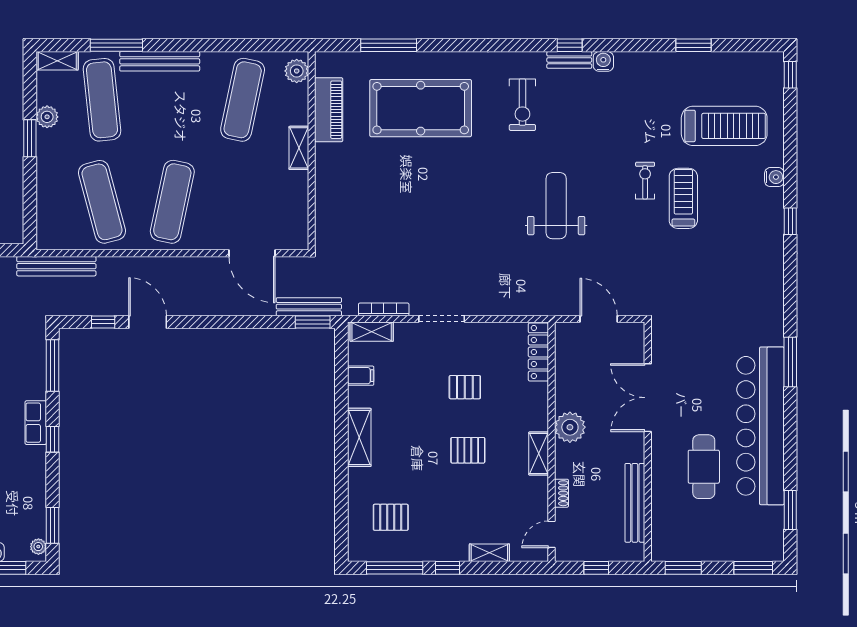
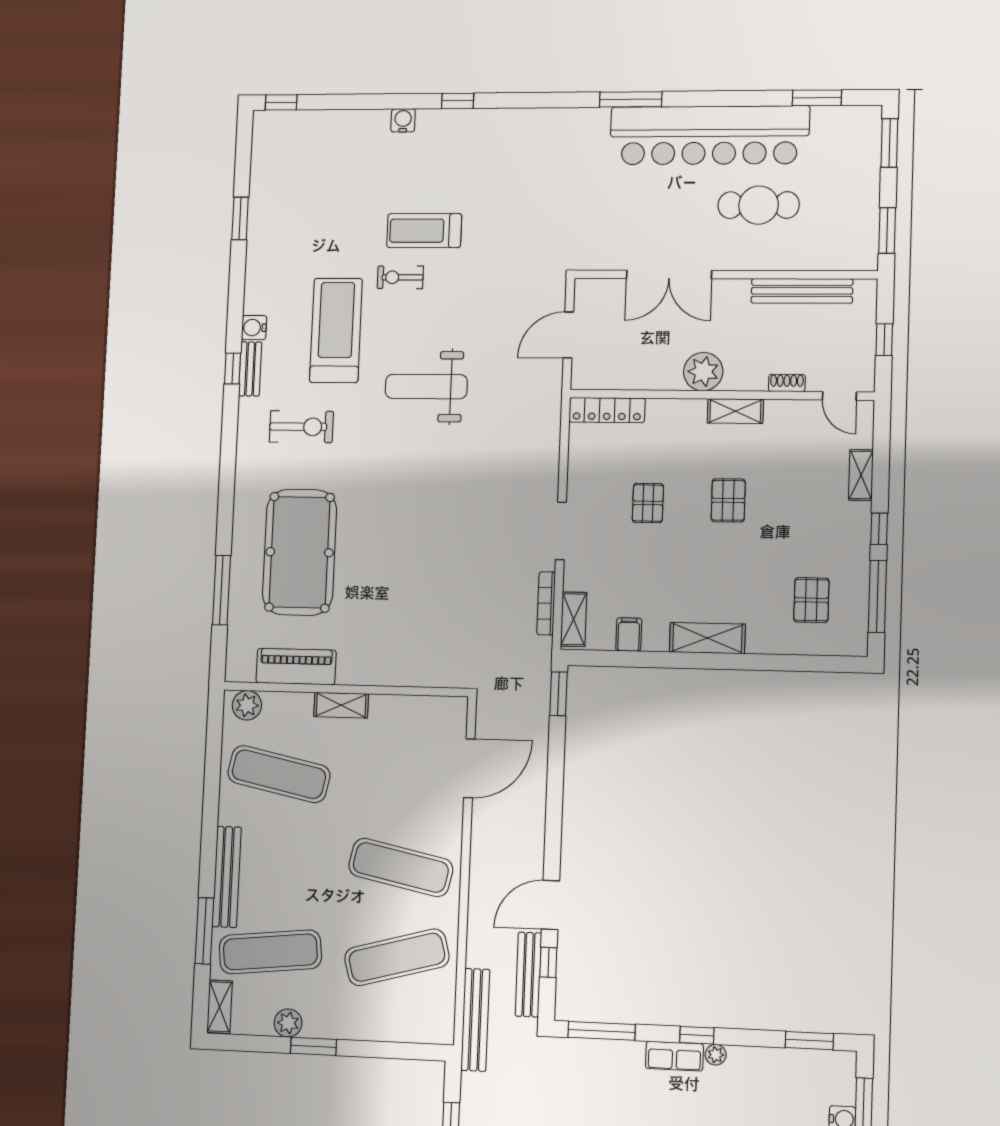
treadmill: (724, 126) -> (336, 330), moved
bench: (309, 307) -> (528, 975), moved
plant: (38, 547) -> (716, 1055), moved

